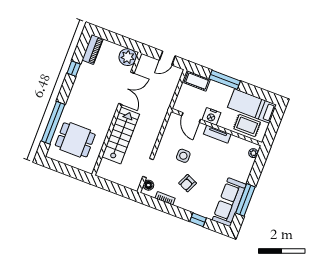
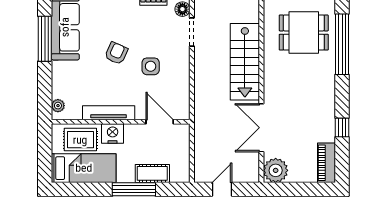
cot: (197, 81) -> (152, 173), moved
nightstand: (211, 116) -> (113, 134), moved
tv unit: (217, 134) -> (109, 113), width x1.41
armchair: (188, 183) -> (116, 53), moved

